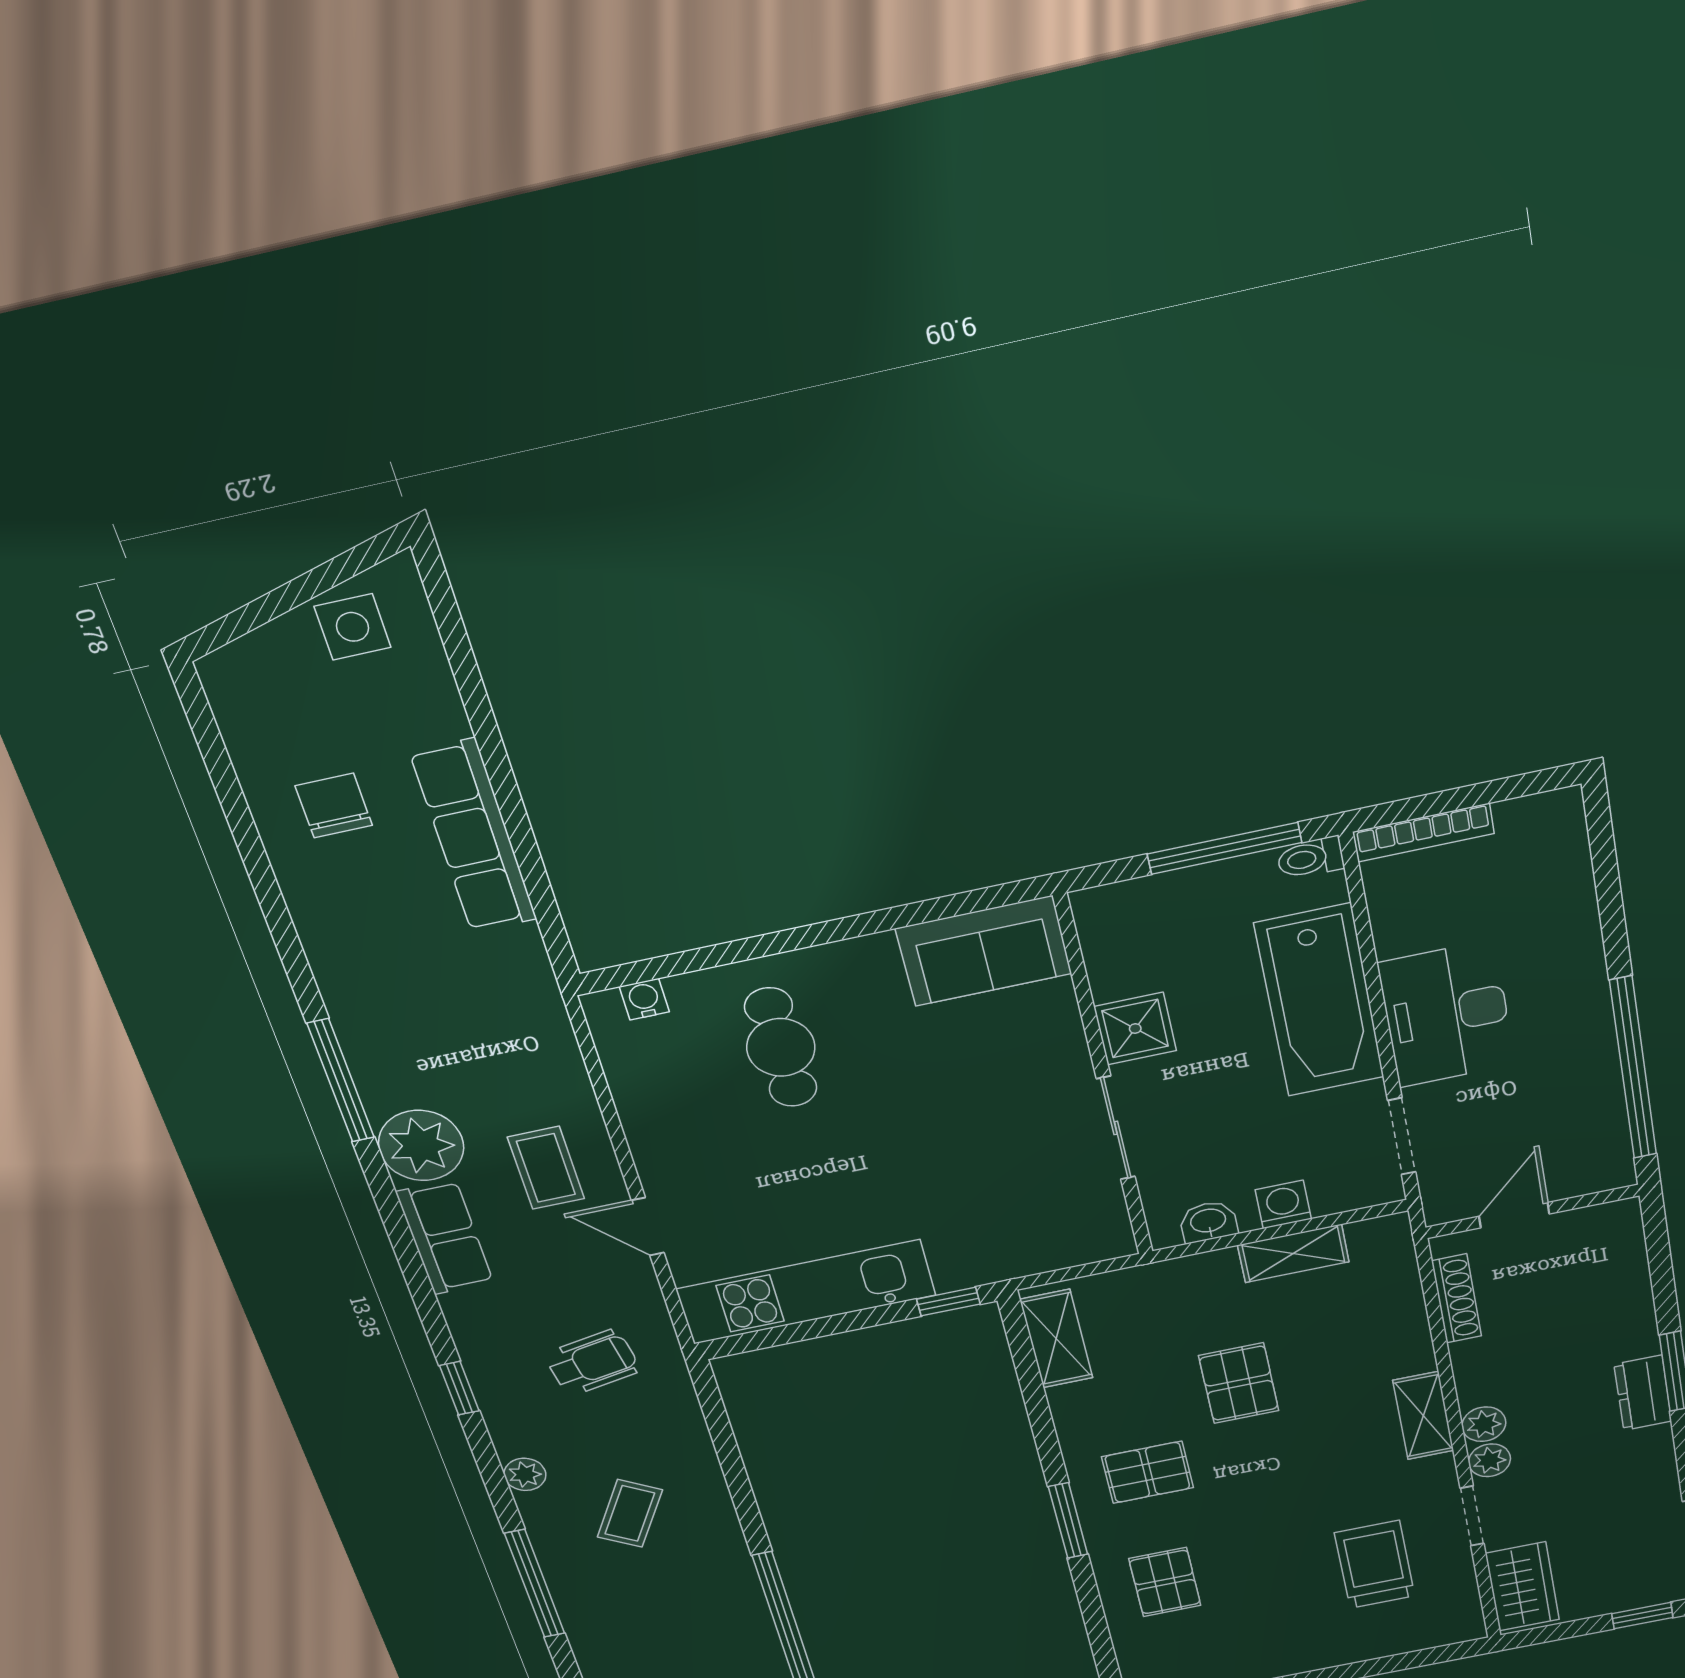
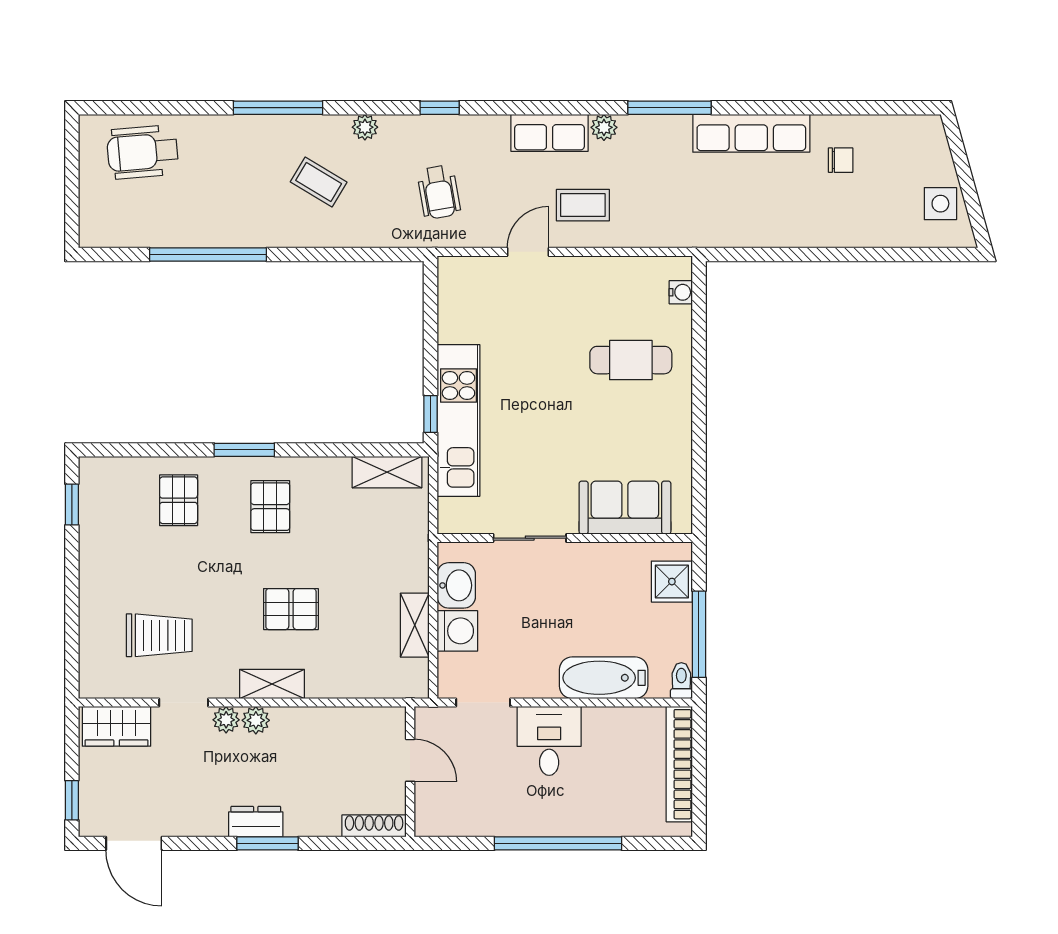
chair: (334, 806) -> (841, 160), width x0.73, depth x0.73
bookcase: (1423, 833) -> (679, 764), width x1.48, depth x1.31
row of seats: (474, 836) -> (751, 133), moved, turned 180
sofa: (984, 951) -> (625, 508), moved, turned 90
bathtub: (1320, 1001) -> (604, 678), width x0.73, depth x0.73
desk: (1447, 1014) -> (549, 741), width x0.73
shower: (1135, 1029) -> (672, 582), moved
window: (1633, 1068) -> (558, 843), moved
plant: (421, 1146) -> (604, 127), width x0.53, depth x0.53
washing machine: (1283, 1204) -> (457, 631), width x1.38, depth x1.38
washbasin: (1208, 1222) -> (456, 585), width x1.38, depth x1.45
kitchen unit: (806, 1292) -> (458, 420), moved
shoe rack: (1457, 1299) -> (374, 826), moved, turned 180
pallet: (1239, 1383) -> (291, 609), moved
pallet: (1165, 1582) -> (179, 500), turned 90

